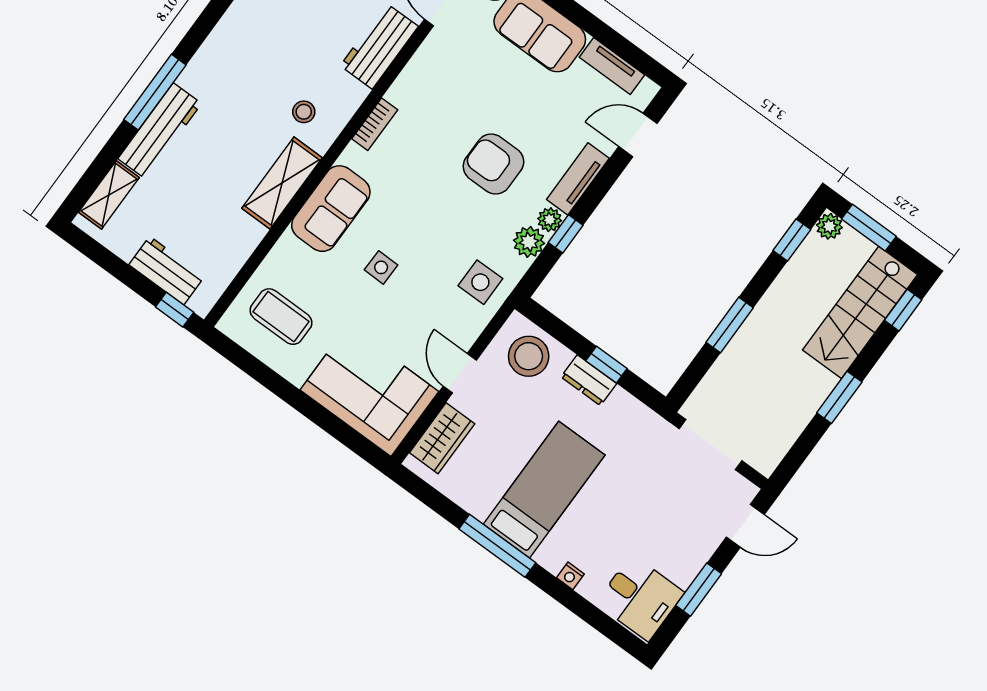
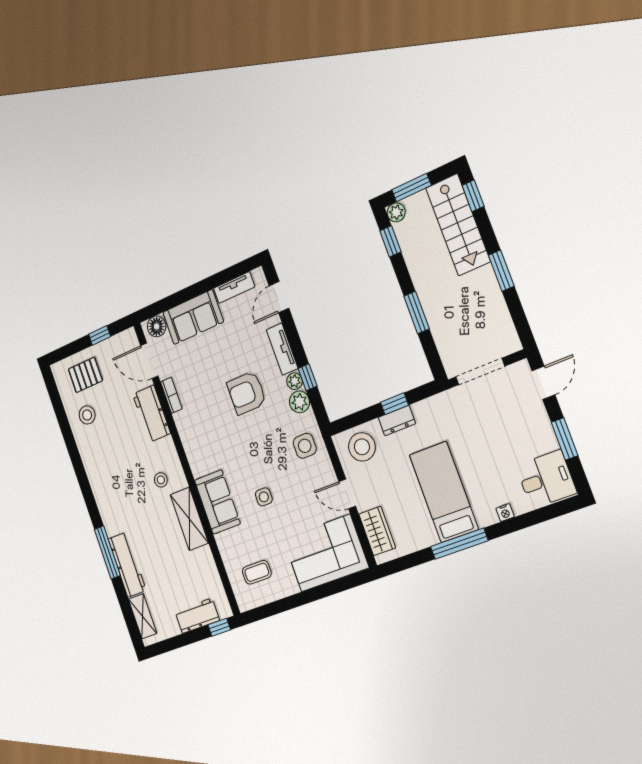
bookcase: (375, 124) -> (171, 395), moved
coffee table: (281, 317) -> (257, 572), width x0.73, depth x0.77

